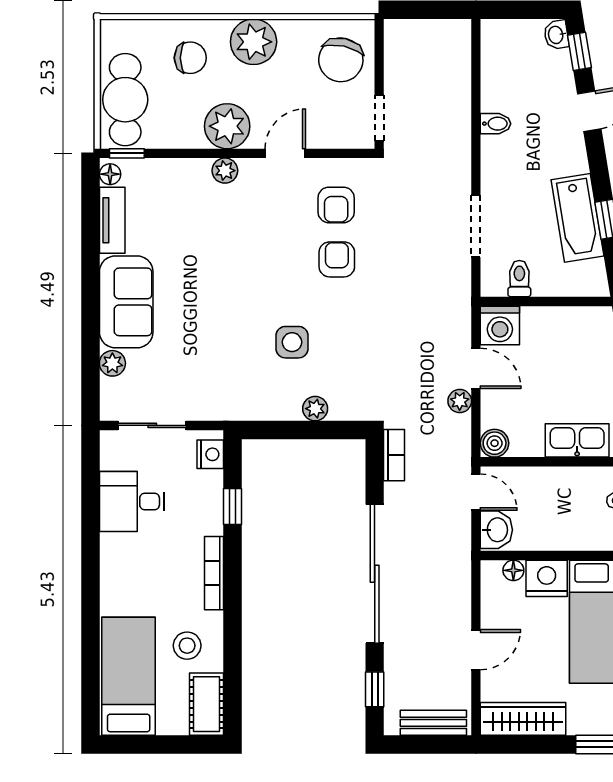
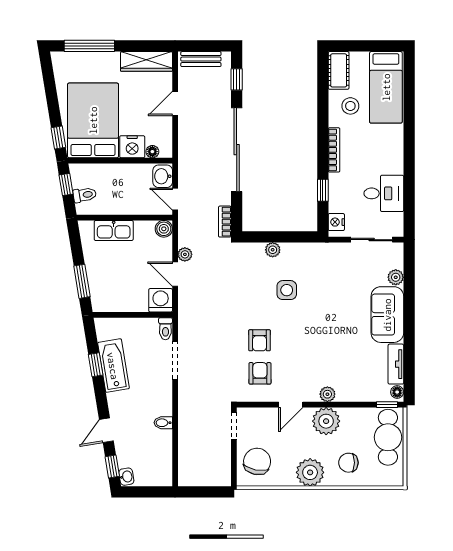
toilet: (519, 279) -> (165, 329), moved

